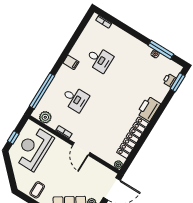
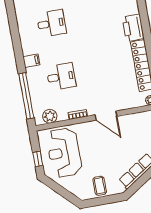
filing cabinet: (71, 62) -> (31, 61), moved

